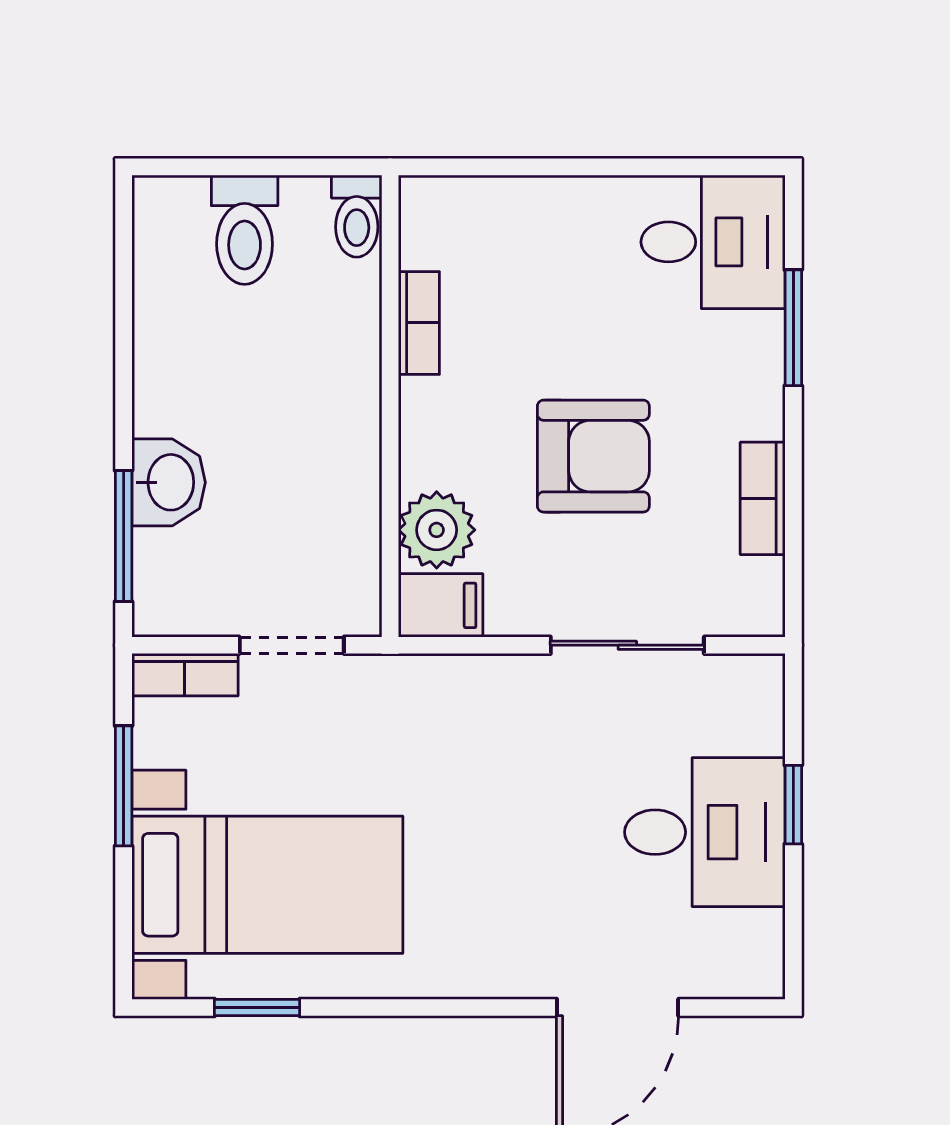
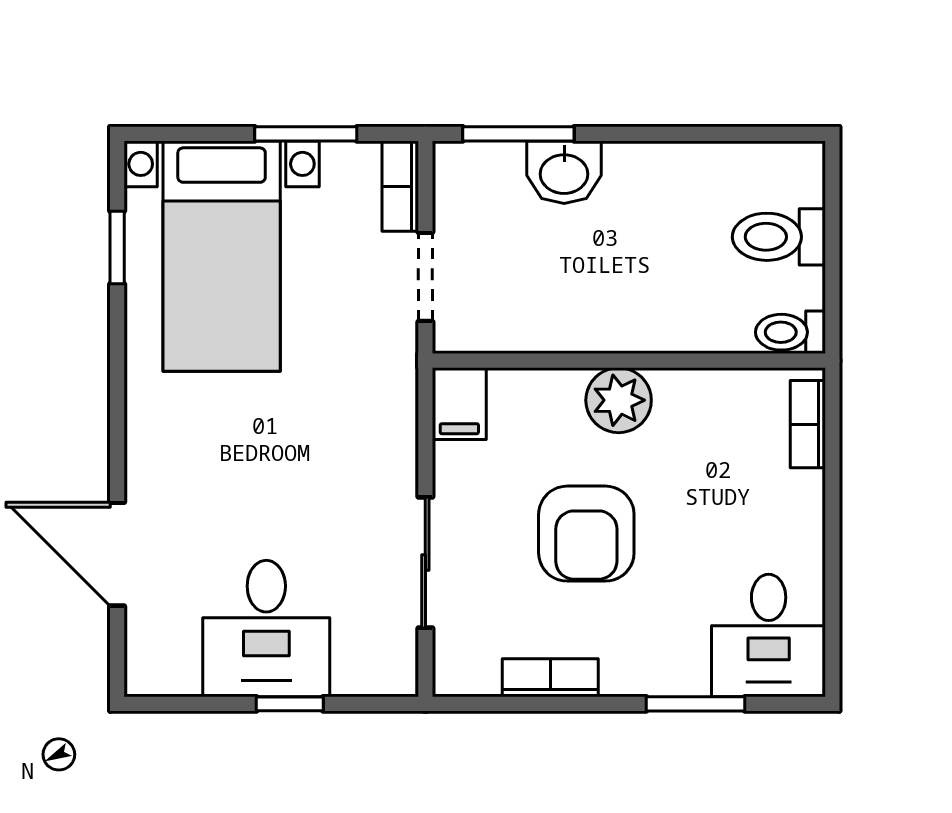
bookcase: (419, 323) -> (808, 424), moved, turned 90
plant: (437, 530) -> (619, 400), moved

